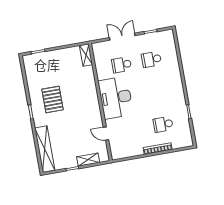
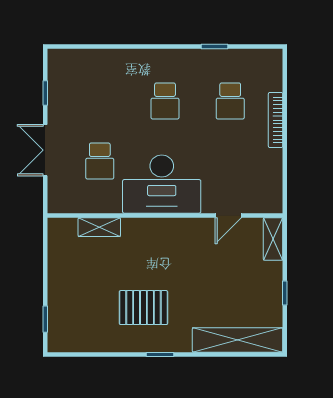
shelving: (86, 55) -> (99, 227), moved
school desk: (152, 59) -> (165, 101), moved
shelving: (88, 160) -> (273, 239), moved

